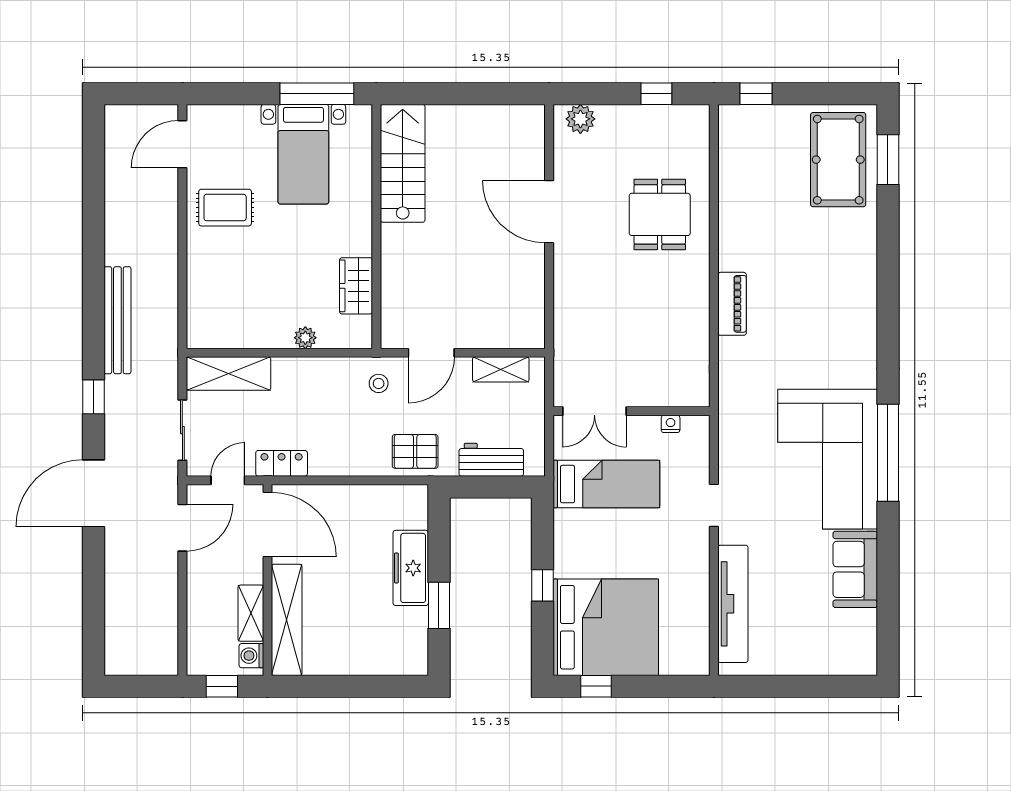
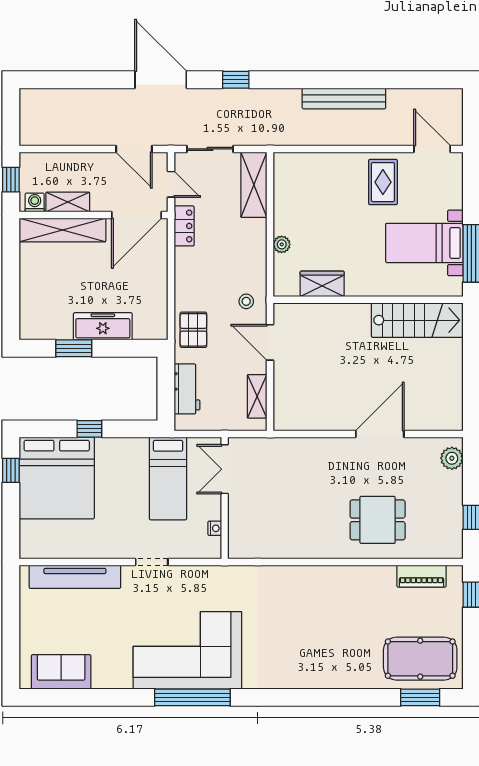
piano: (732, 304) -> (421, 576), moved
bench: (117, 320) -> (344, 98), moved
sofa: (855, 569) -> (61, 672), moved

